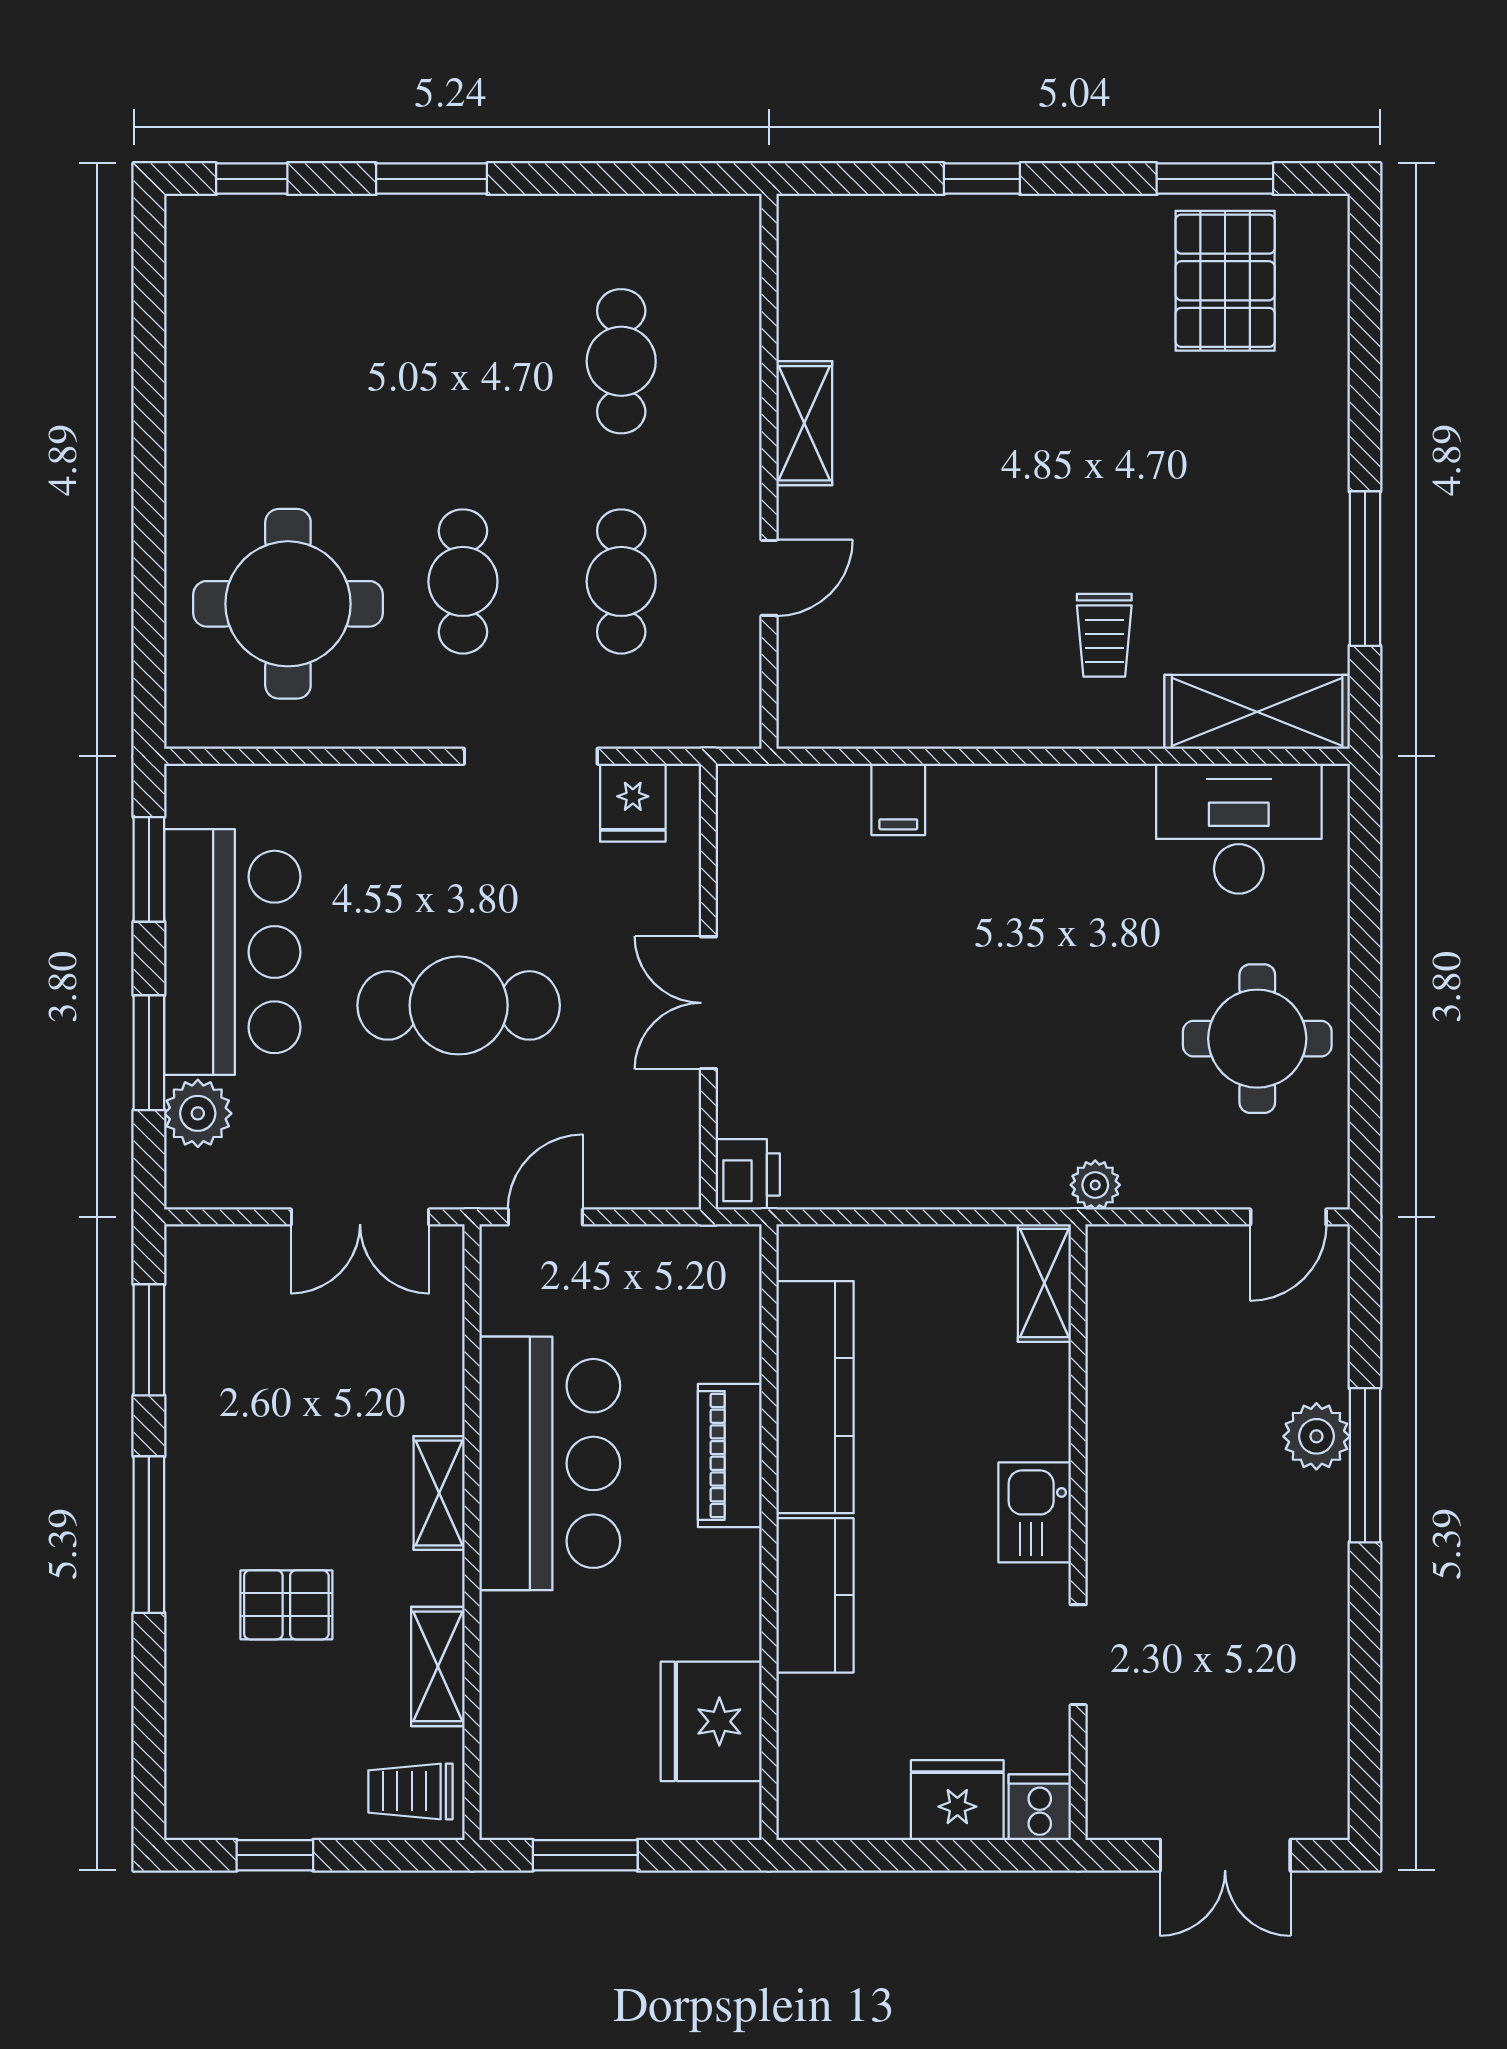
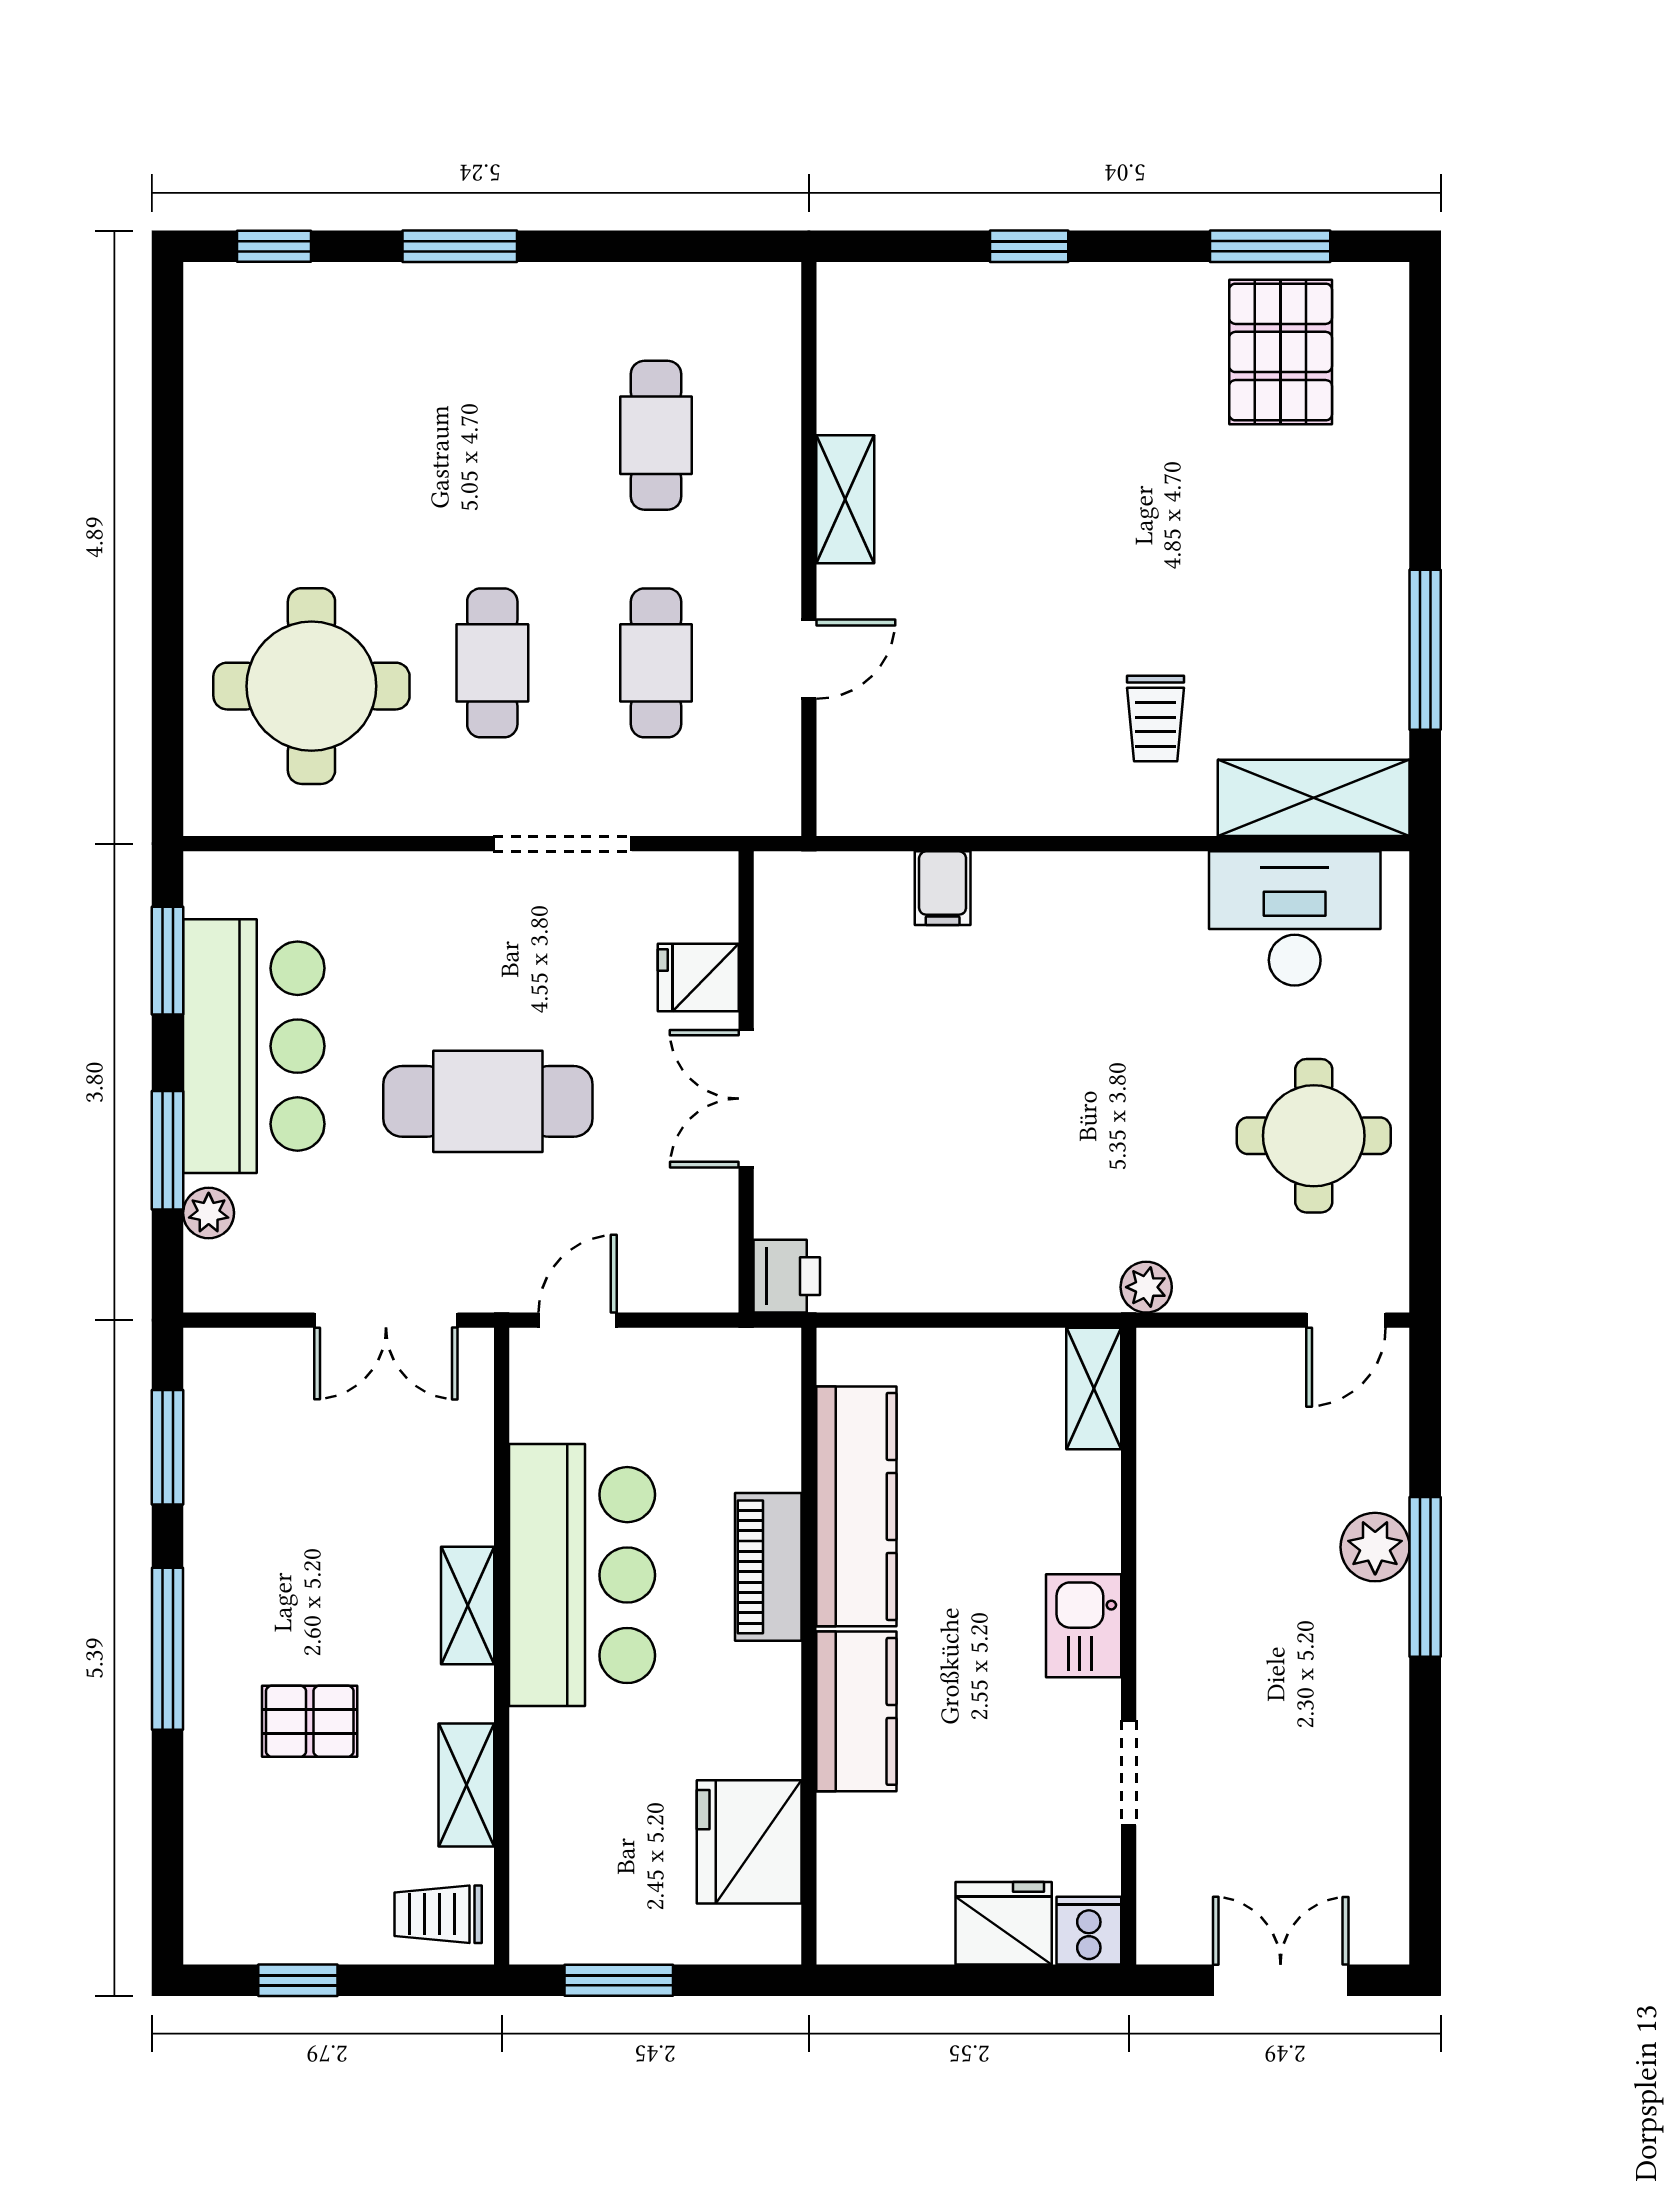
fridge: (633, 803) -> (698, 978), moved, turned 90
plant: (198, 1113) -> (209, 1213), width x0.73, depth x0.73
double door: (1225, 1855) -> (1281, 1980), swing flipped

